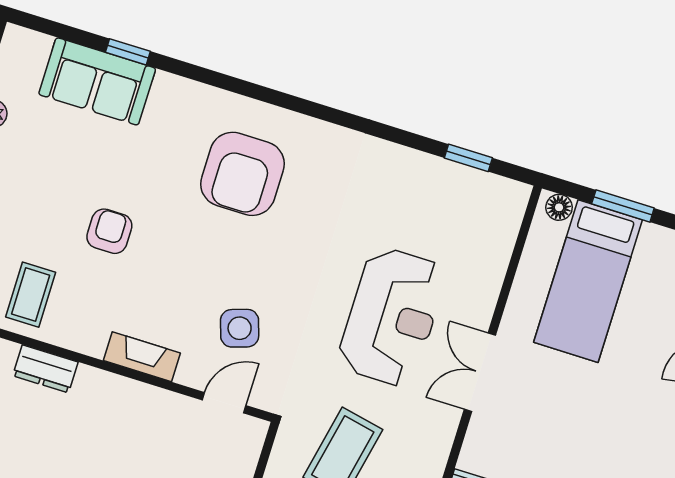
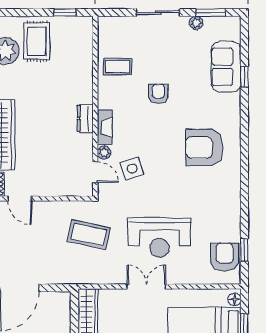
armchair: (470, 201) -> (225, 257), added
armchair: (109, 231) -> (158, 94), turned -90
dresser: (45, 369) -> (85, 118), moved
plant: (191, 374) -> (104, 153), added

